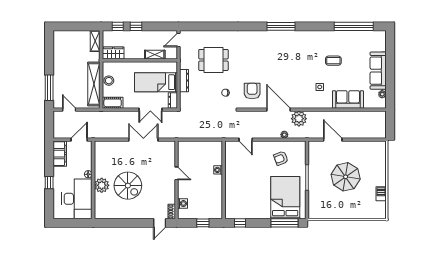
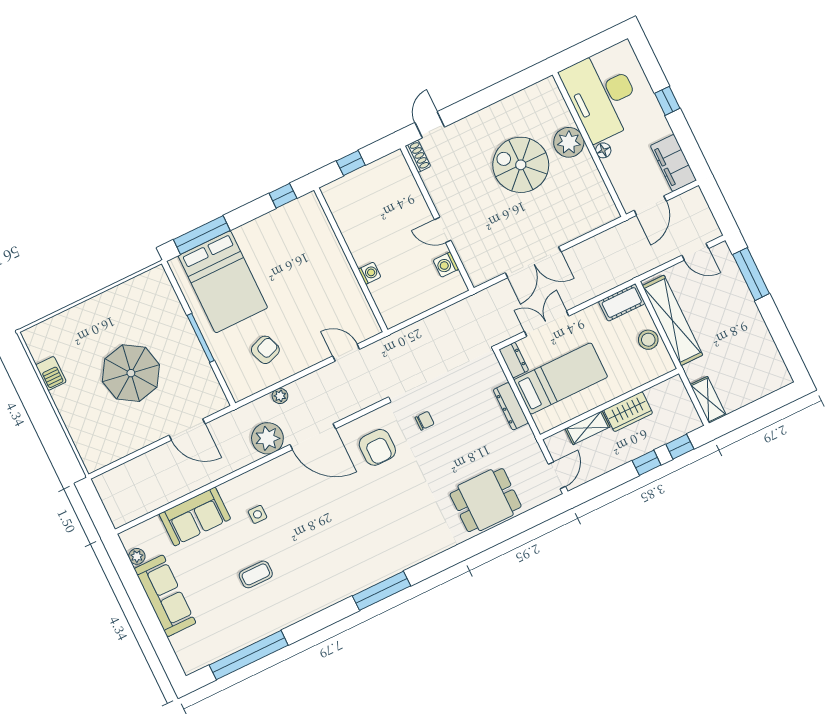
wardrobe: (113, 53) -> (628, 412), moved
dining table: (213, 60) -> (486, 500), moved
washing machine: (182, 204) -> (446, 265), moved

